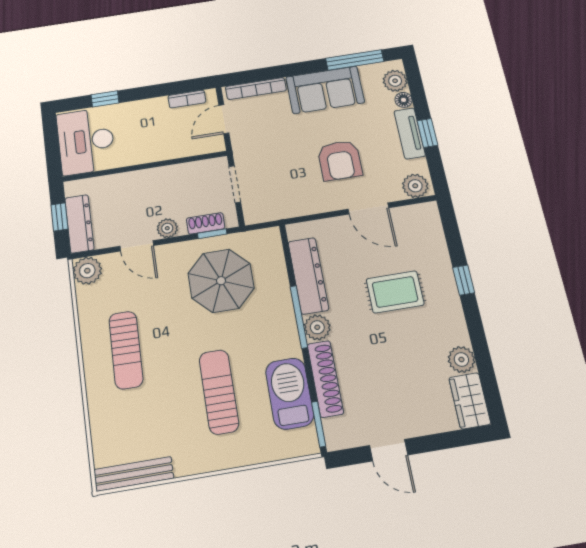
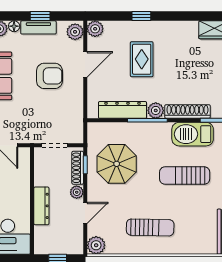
shoe rack: (206, 223) -> (78, 168), width x1.43
dresser: (79, 224) -> (41, 206), moved, turned 90
plant: (461, 359) -> (95, 29), moved

